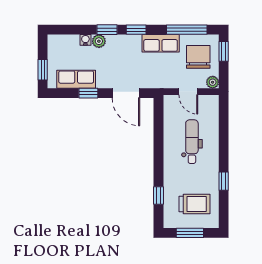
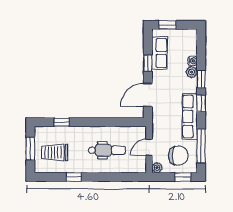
row of seats: (161, 43) -> (190, 117), width x1.48
trolley: (194, 204) -> (55, 152), turned 90

